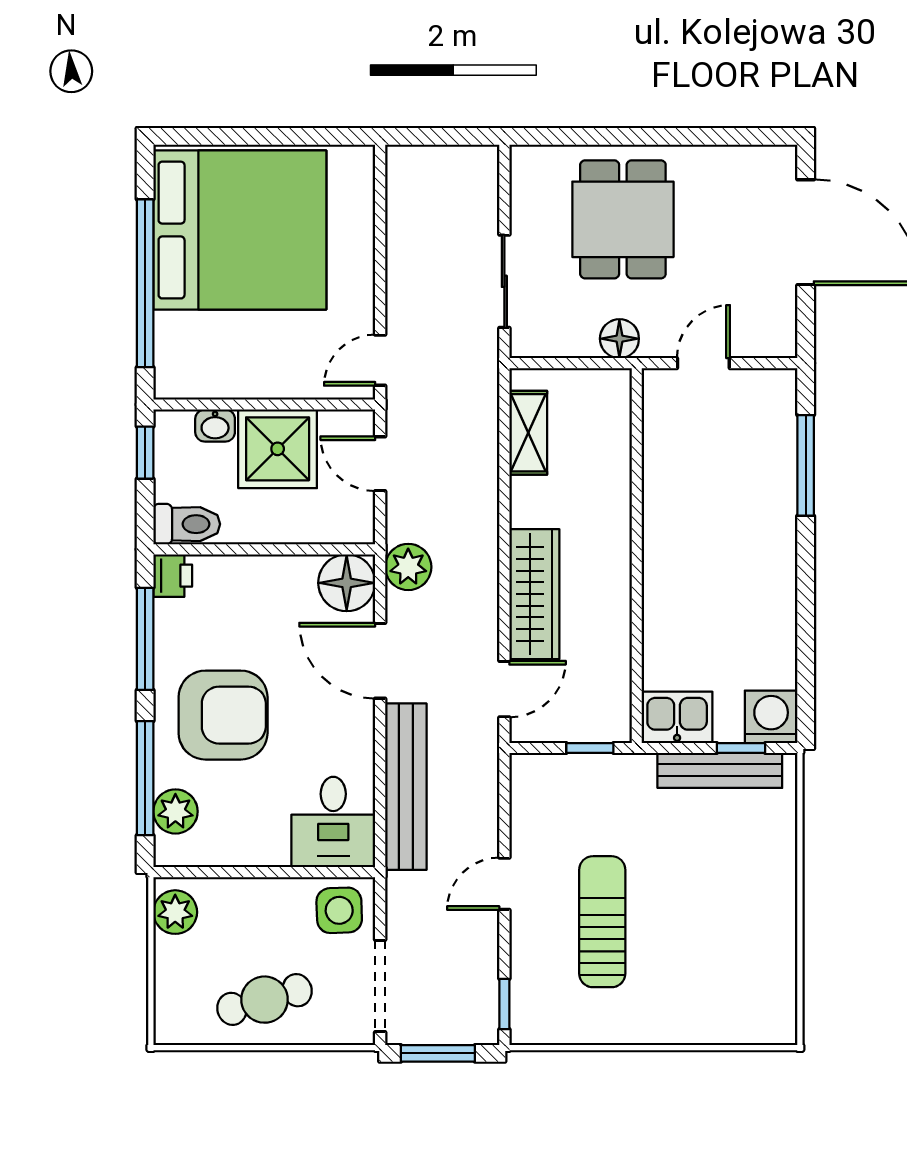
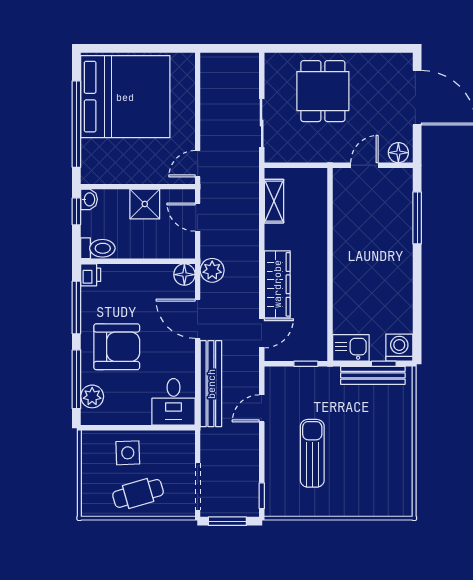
floor lamp: (619, 339) -> (398, 153), moved
washbasin: (215, 426) -> (89, 199), moved, turned -90
shower: (278, 449) -> (145, 204), width x0.73, depth x0.73
floor lamp: (347, 583) -> (184, 275), width x0.73, depth x0.73
door: (504, 884) -> (262, 408), moved
side table: (339, 910) -> (128, 453), moved
plant: (175, 912) -> (92, 448), removed

